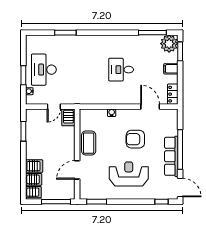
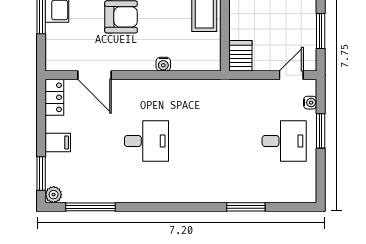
plant: (169, 44) -> (54, 195), width x0.53, depth x0.53
desk: (44, 70) -> (284, 141), width x0.73
door: (54, 107) -> (291, 75), moved

